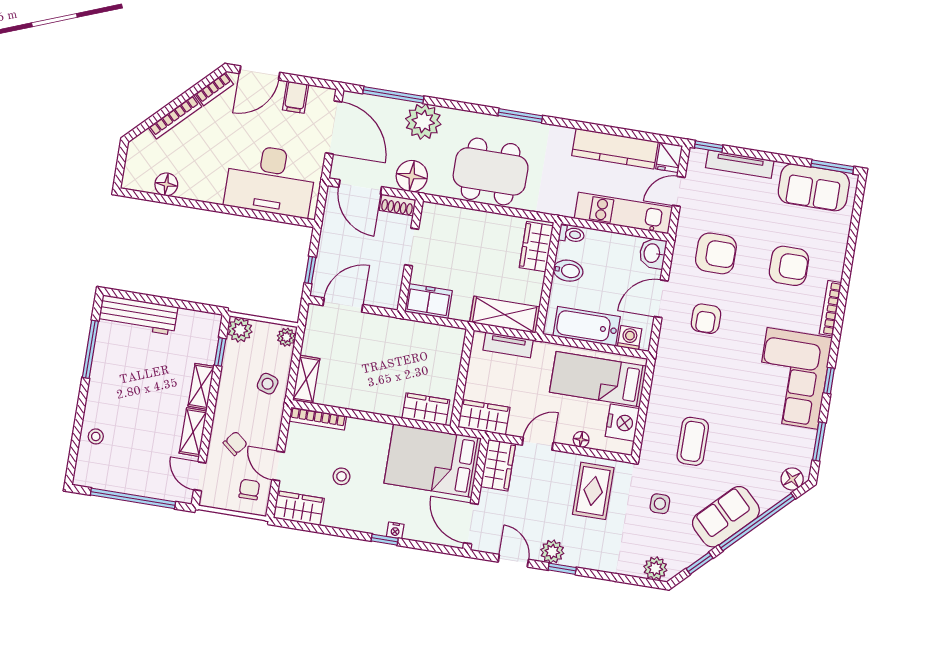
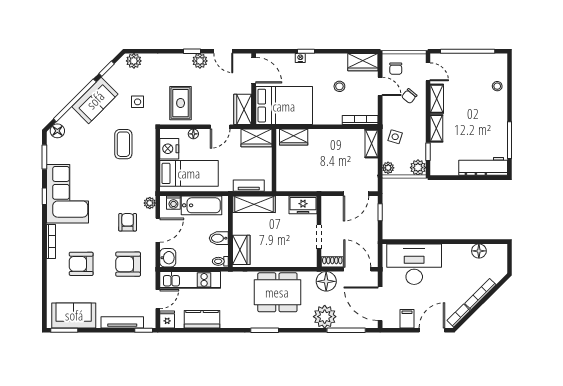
kitchen counter: (615, 149) -> (202, 319), width x0.67
plant: (667, 343) -> (150, 203), added

